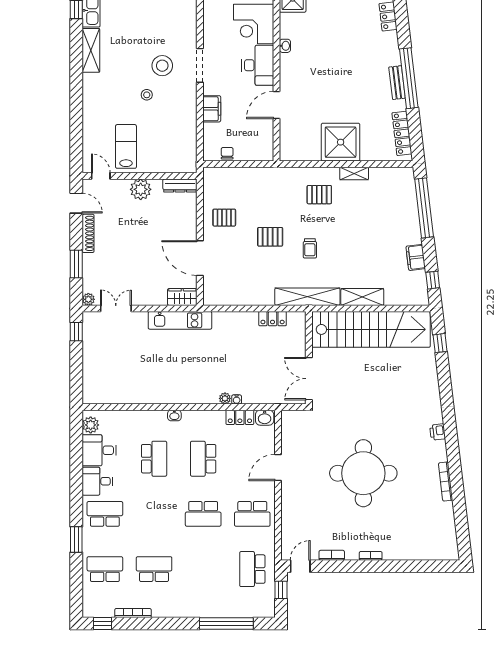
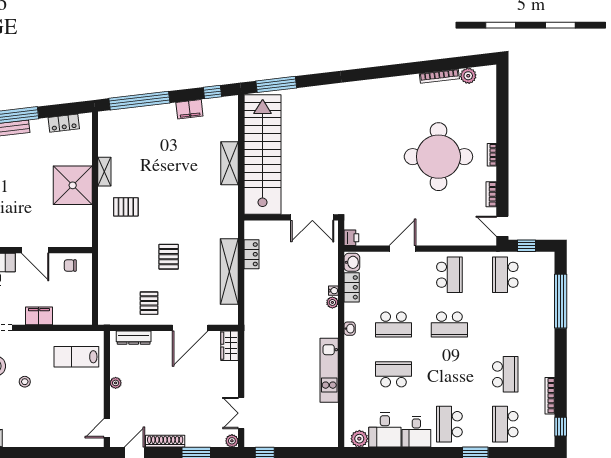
locker: (402, 133) -> (64, 123), width x0.66
lab bench: (126, 146) -> (76, 357), moved
chair: (227, 153) -> (70, 265), moved
dresser: (180, 186) -> (134, 338), moved, turned 90
plant: (141, 189) -> (116, 383), width x0.53, depth x0.53
pallet: (319, 195) -> (126, 207), turned 90
trolley: (310, 248) -> (180, 216), removed
shelving: (307, 297) -> (229, 272), moved
kitchen unit: (180, 320) -> (329, 370), moved, turned 180
window: (440, 343) -> (276, 84), width x2.17
washbasin: (174, 415) -> (350, 329), moved
printer: (438, 432) -> (351, 238), moved, turned -83
door: (278, 467) -> (402, 249), swing flipped
round table: (363, 473) -> (438, 157), moved
bookcase: (446, 482) -> (439, 76), moved
school desk: (203, 514) -> (449, 325), turned 90
plant: (449, 532) -> (468, 76), added
school desk: (154, 569) -> (505, 374), turned 180
school desk: (252, 569) -> (505, 275), turned 90

